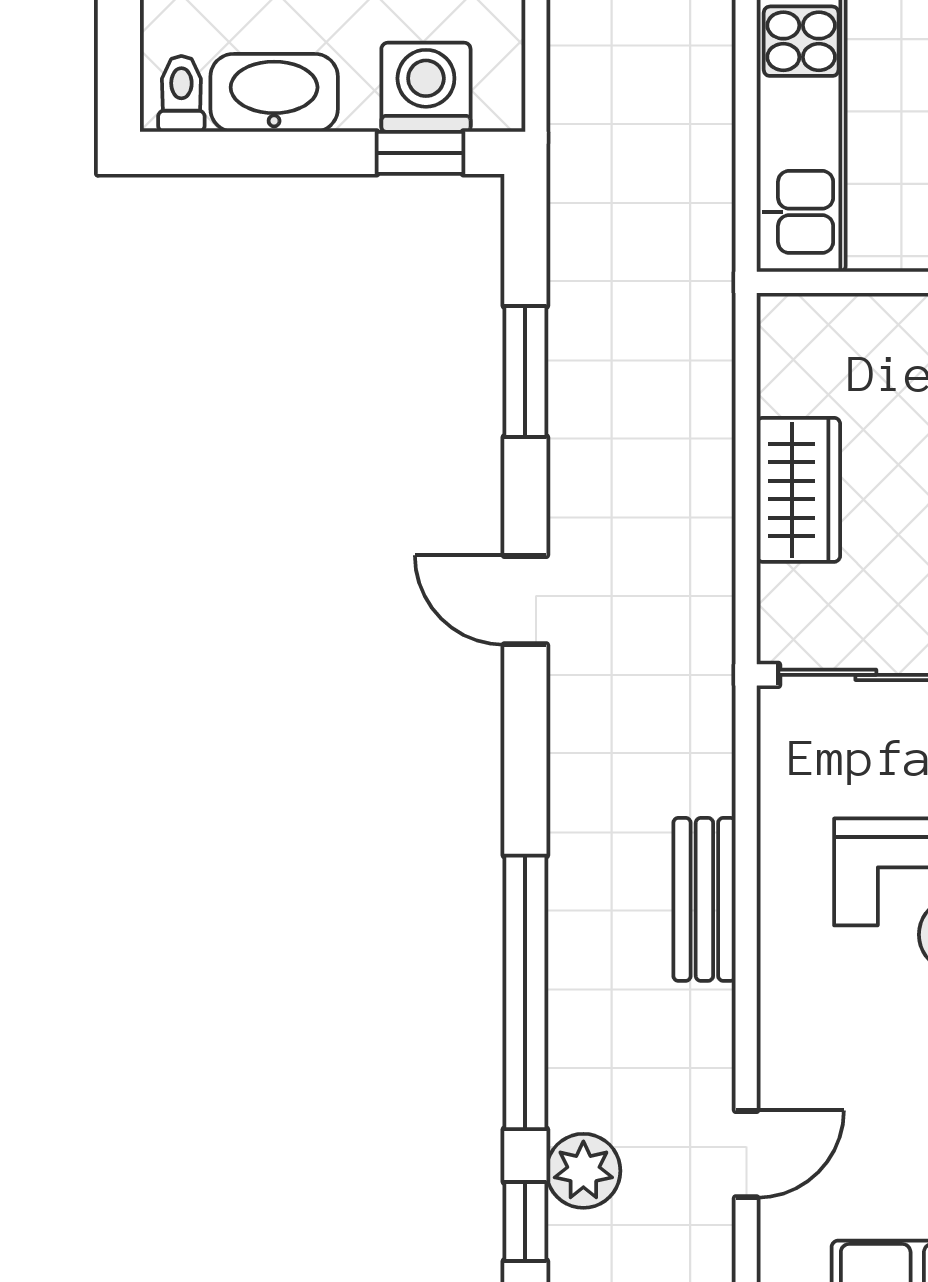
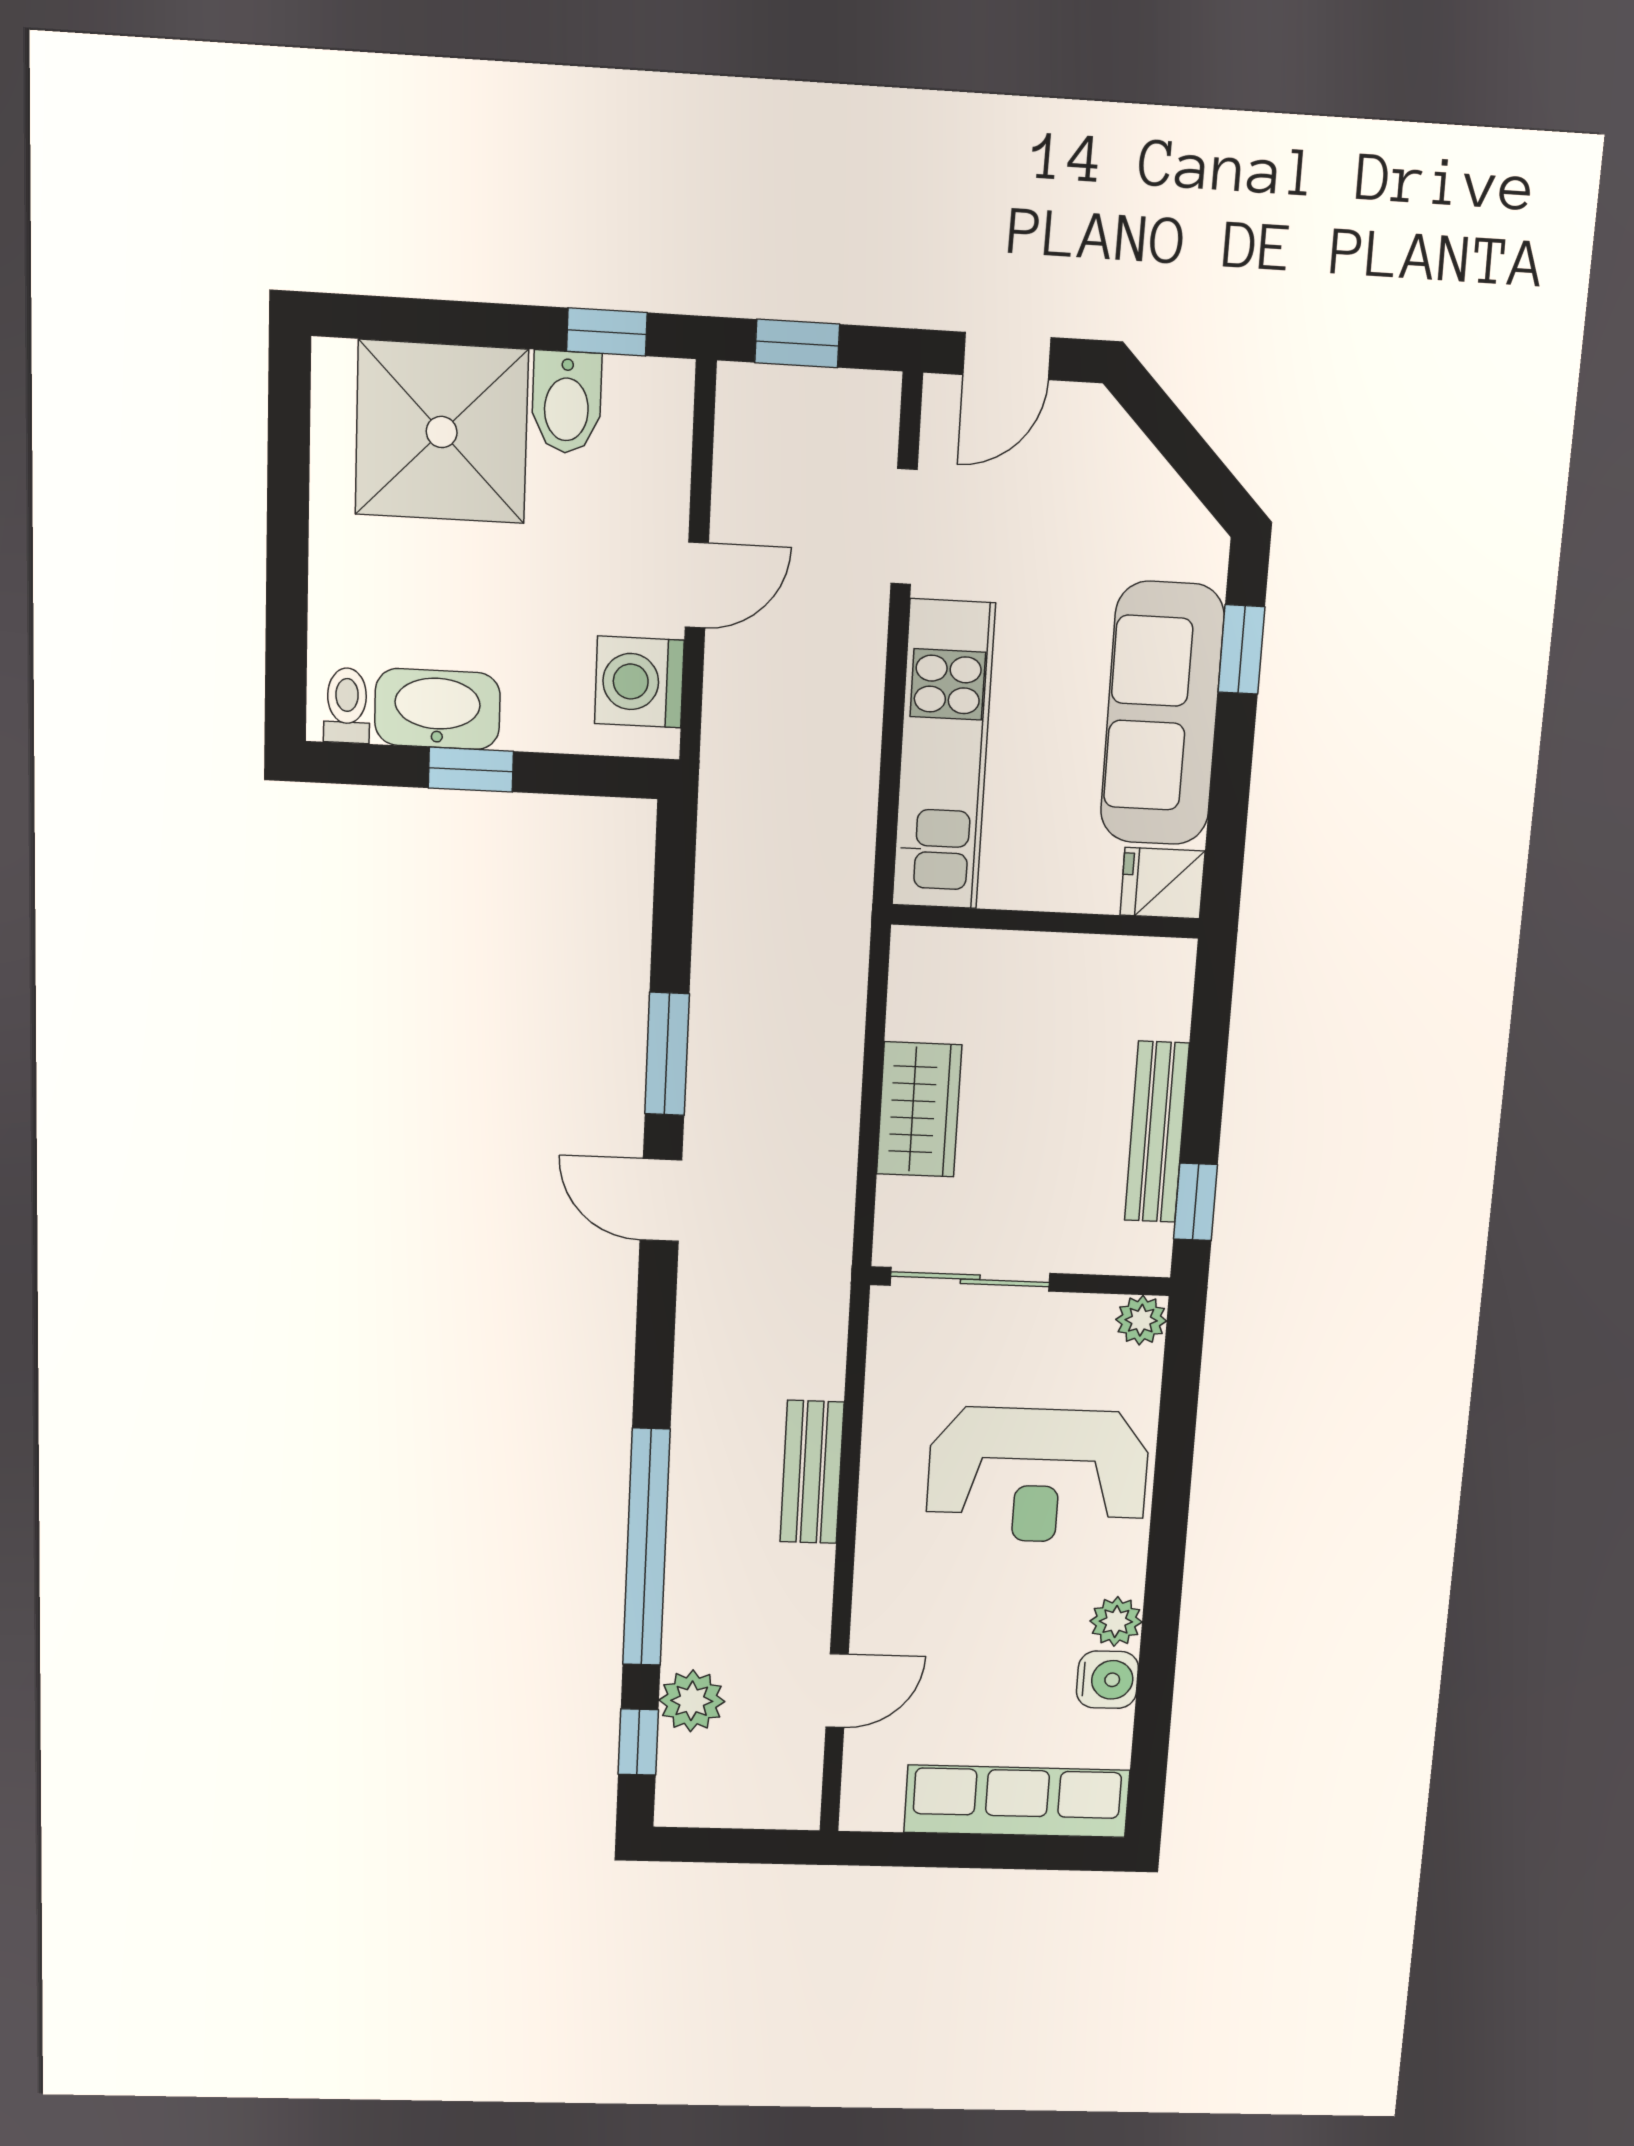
washing machine: (426, 87) -> (639, 682), moved, turned -90
window: (420, 153) -> (471, 770), moved
window: (525, 371) -> (667, 1054), moved

